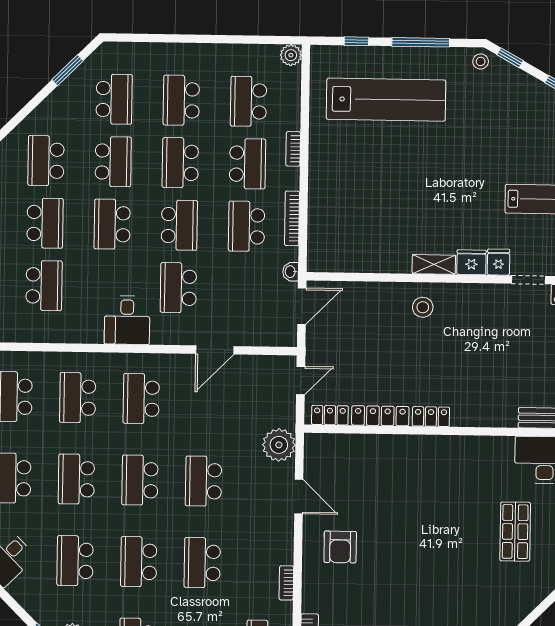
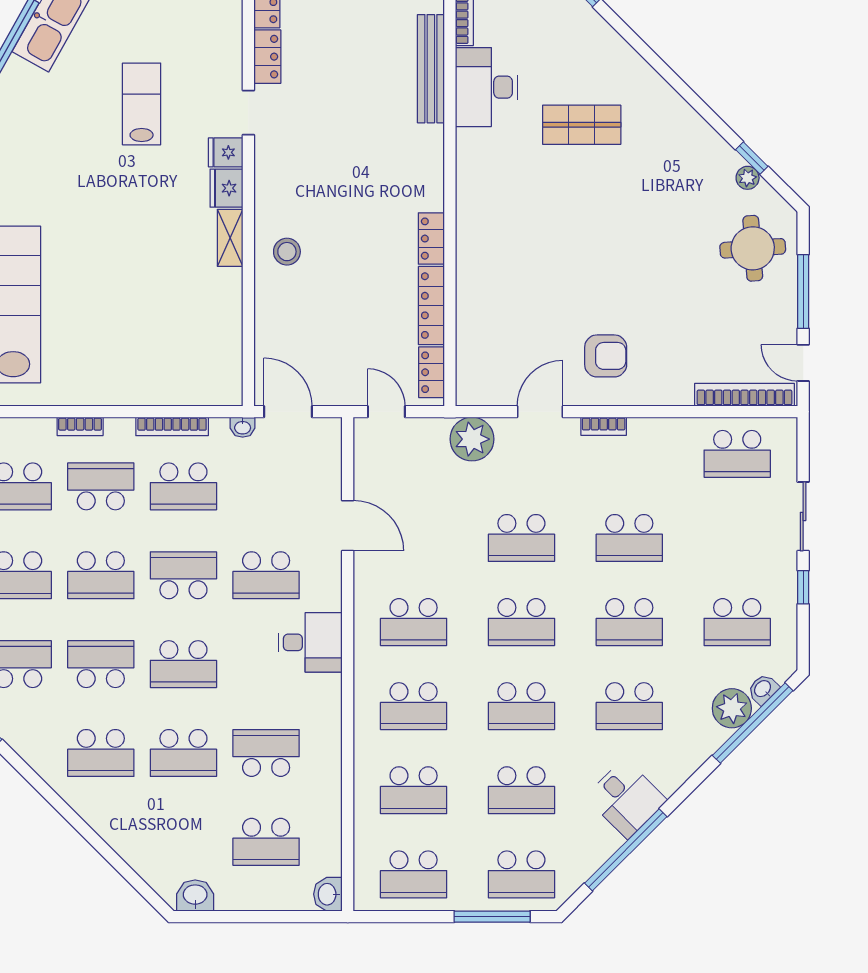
school desk: (45, 223) -> (183, 753), turned 180
bookcase: (286, 583) -> (604, 426), moved

